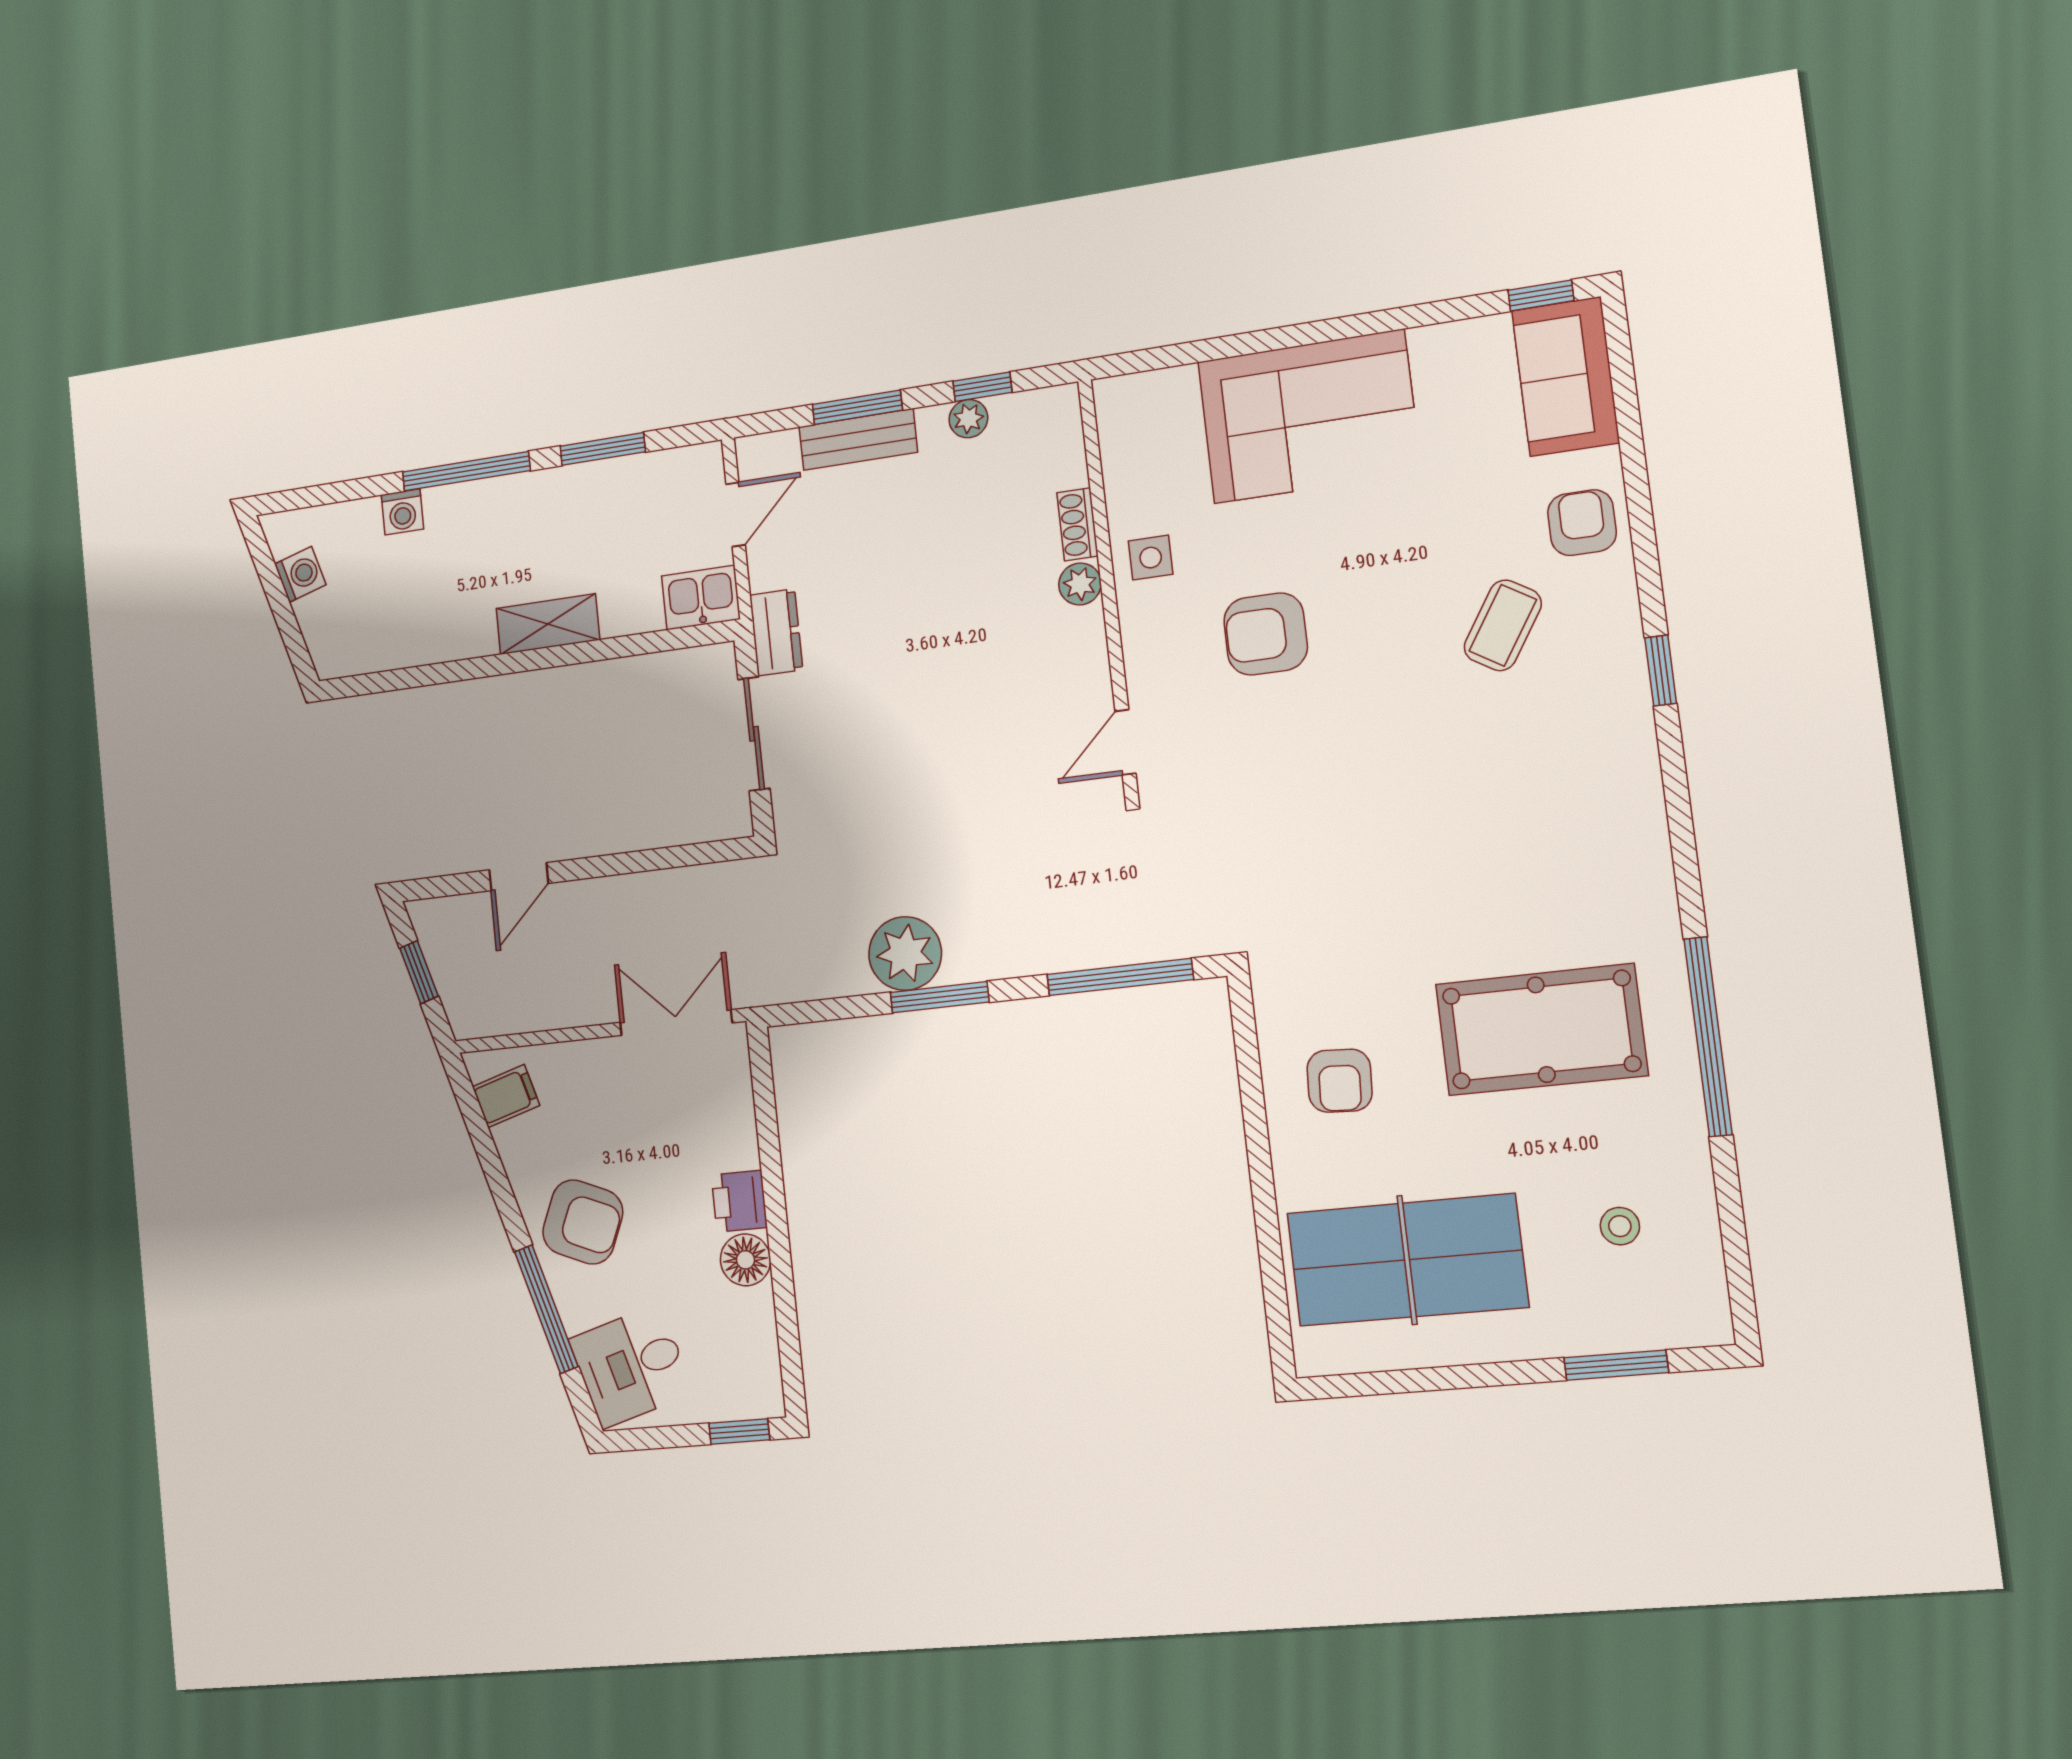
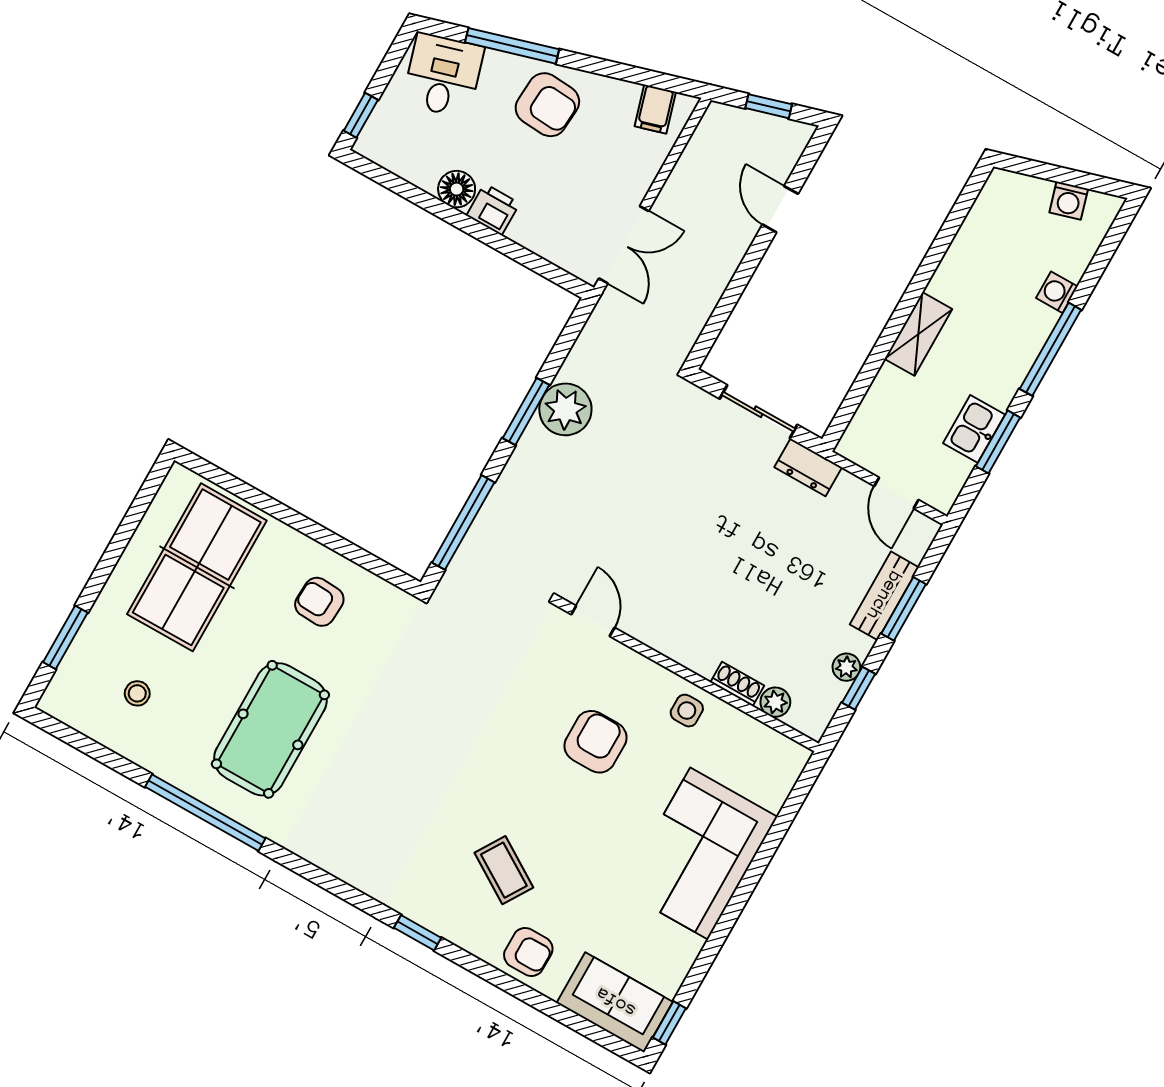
plant: (1080, 584) -> (775, 702), moved
kitchen sink: (701, 598) -> (974, 429), moved, turned 180
armchair: (583, 1222) -> (547, 105), turned -109

